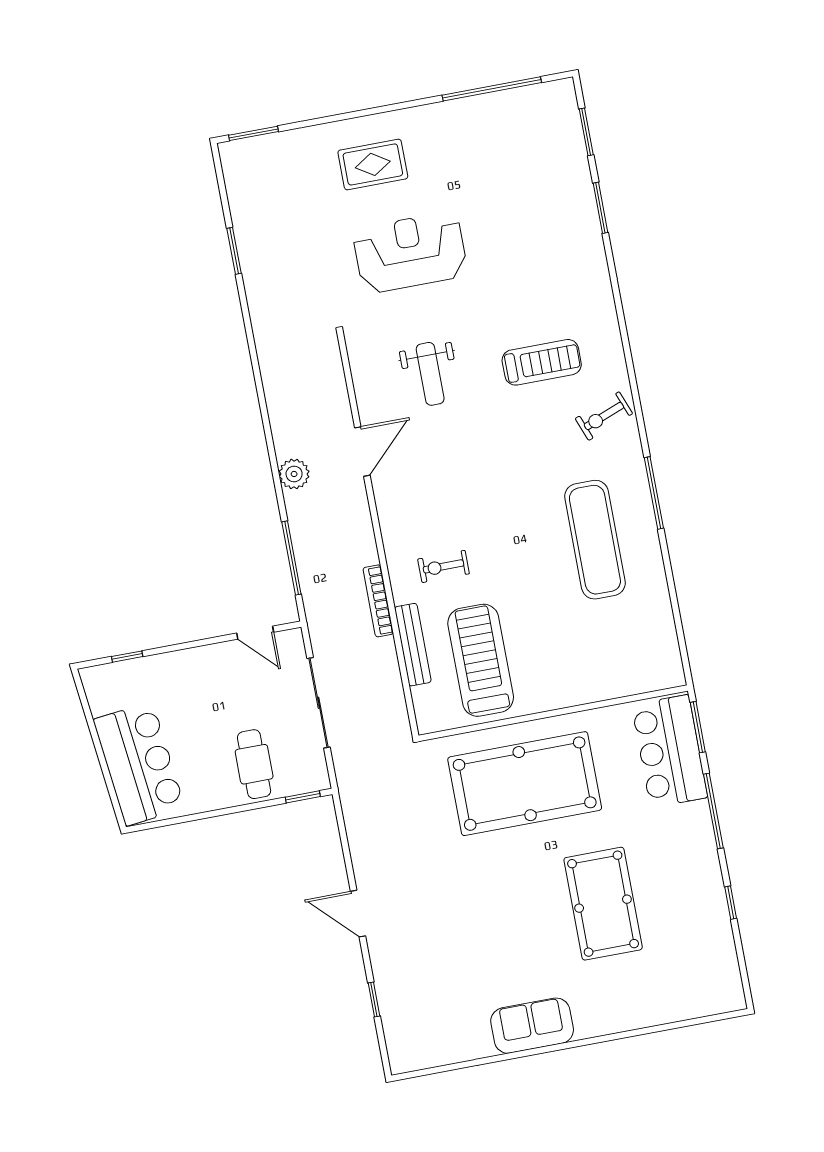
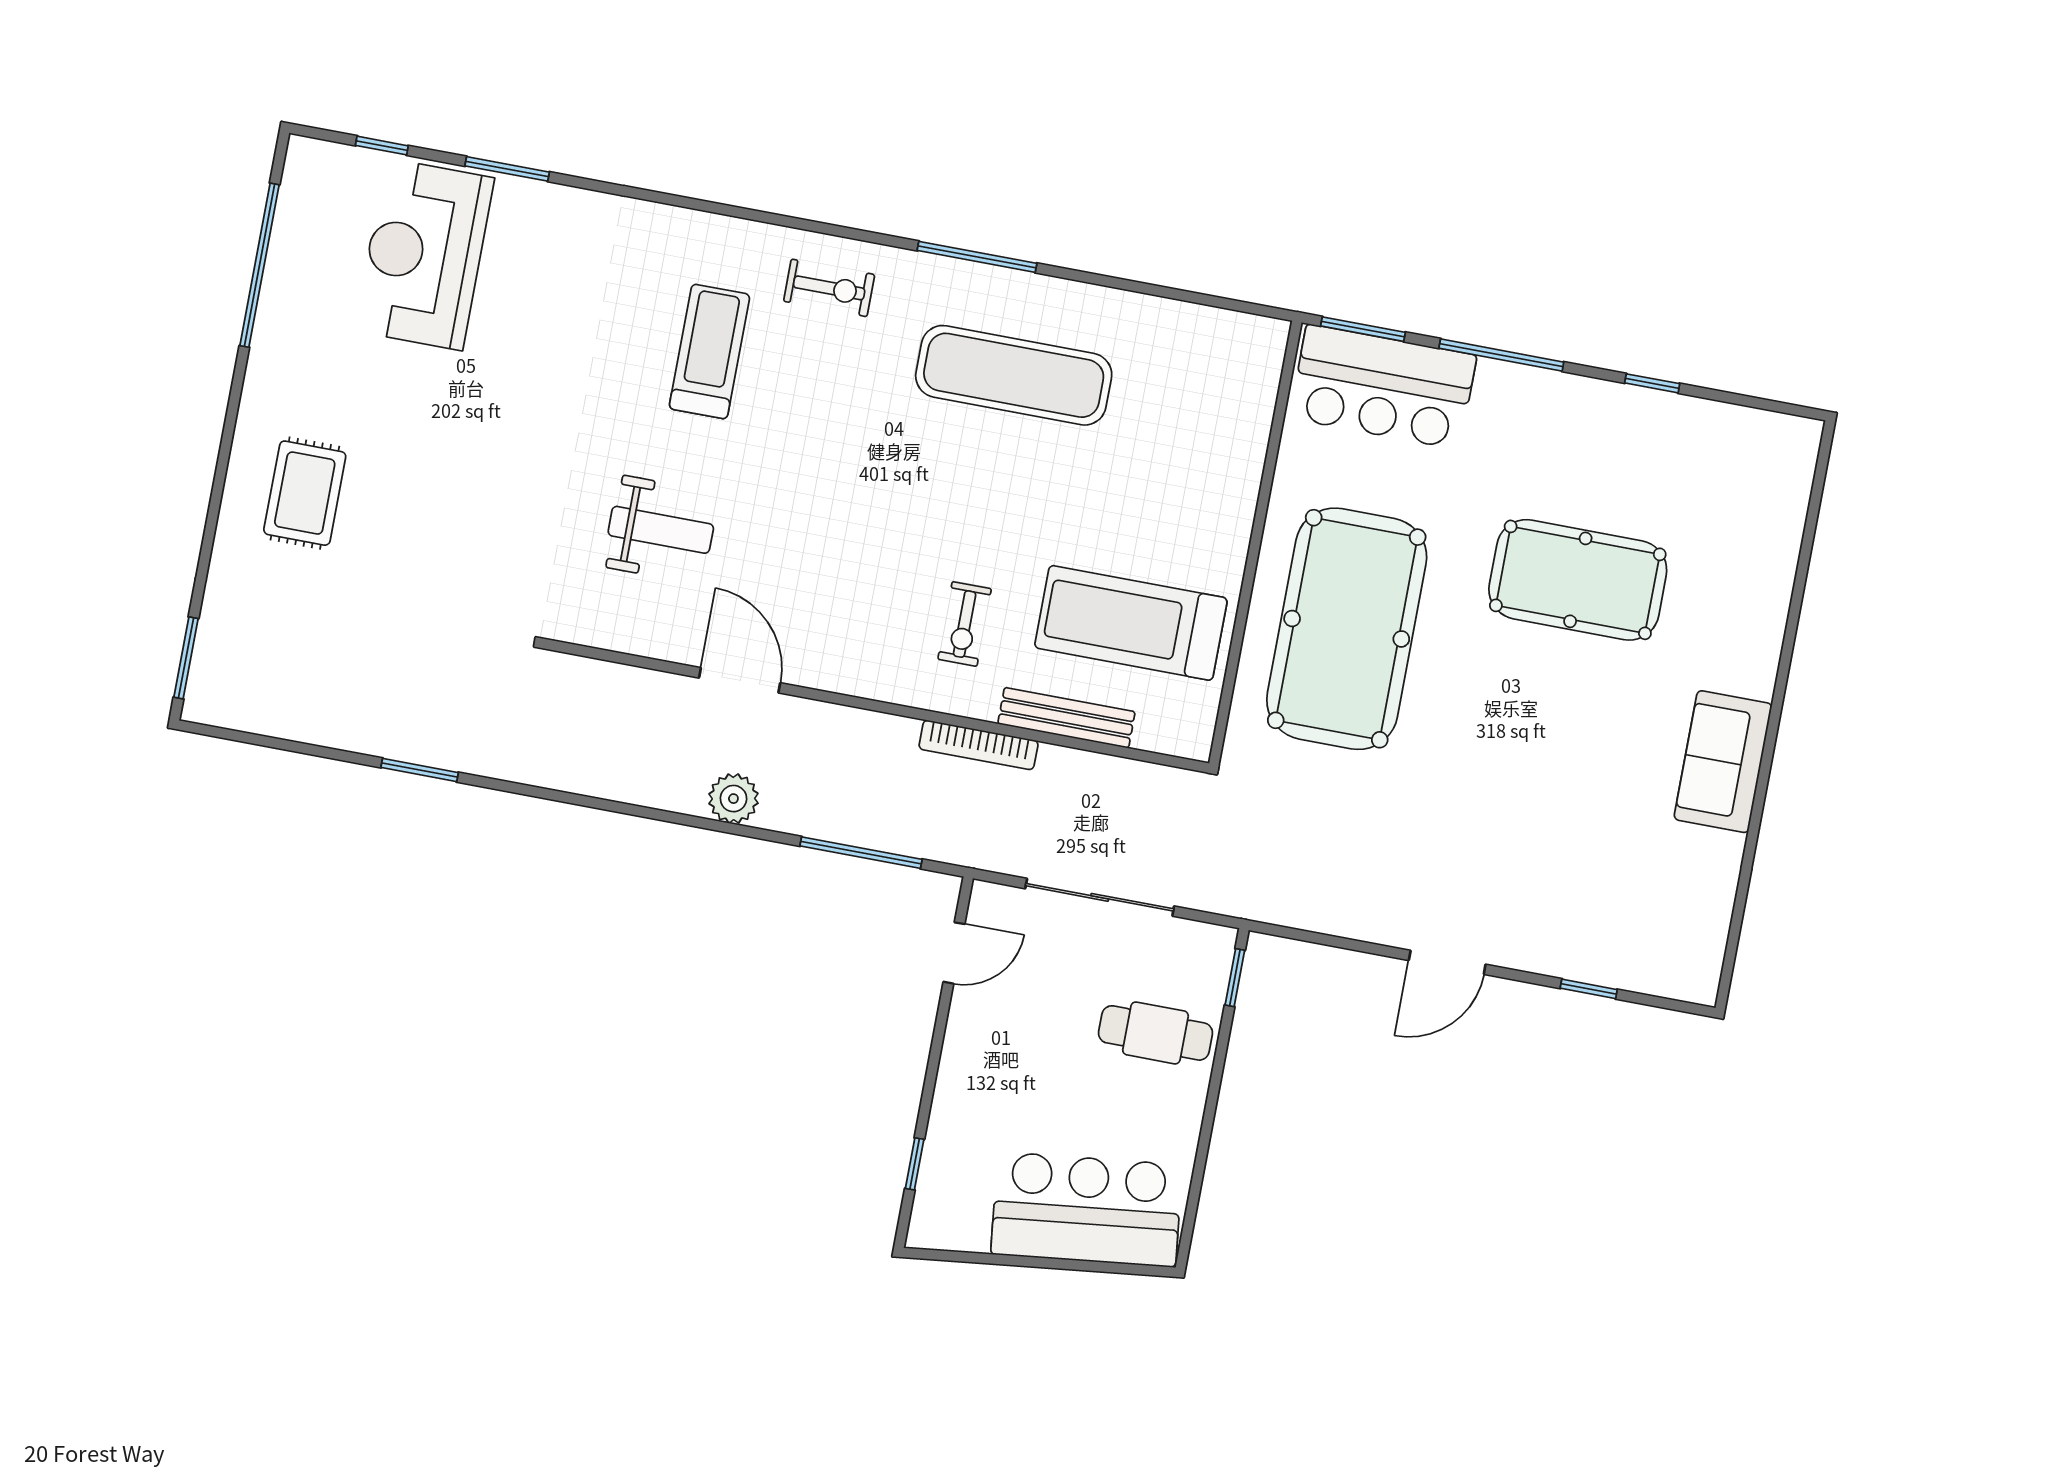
window: (586, 132) -> (382, 146), width x0.67
window: (234, 251) -> (420, 770), moved
reception desk: (410, 252) -> (424, 254), moved
exercise bike: (604, 416) -> (829, 288), turned -69

